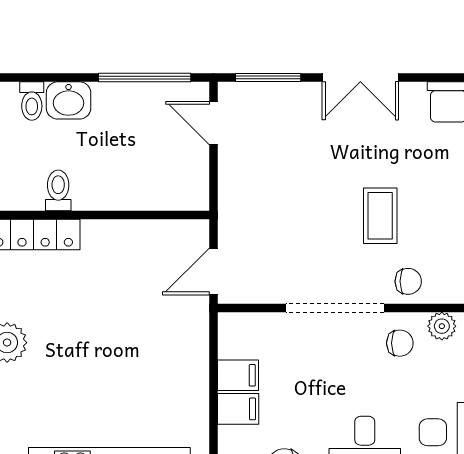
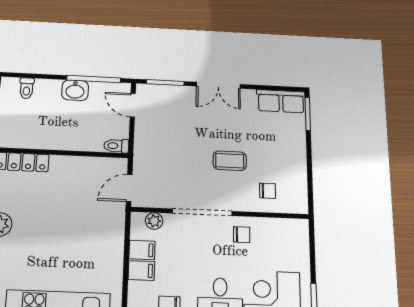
washbasin: (69, 100) -> (75, 90), moved
toilet: (58, 190) -> (116, 146), moved, turned -90
coffee table: (380, 216) -> (230, 161), turned 90
chair: (408, 281) -> (268, 191), moved
plant: (442, 326) -> (154, 221), moved

